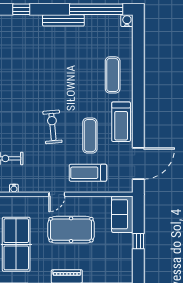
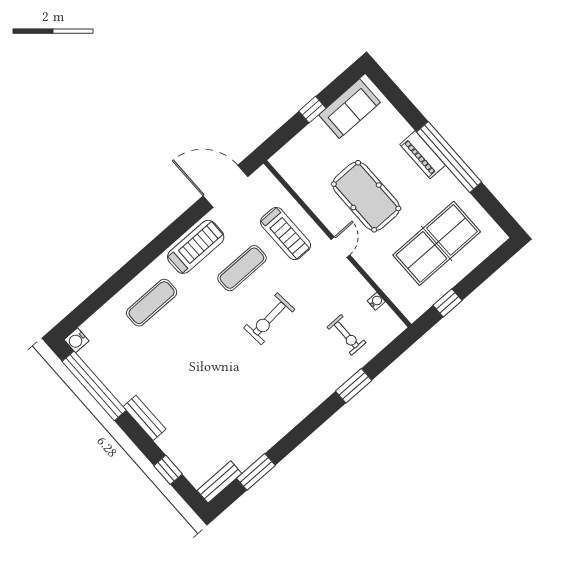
bench: (63, 20) -> (145, 418), width x0.73
door: (57, 194) -> (340, 247), hinge flipped
sofa: (122, 214) -> (350, 109), moved

